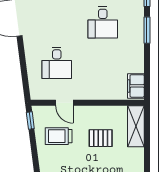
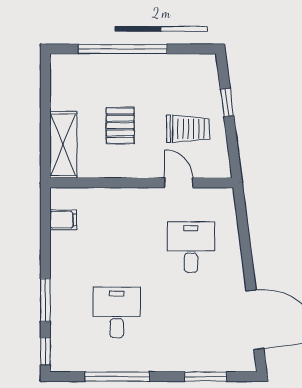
filing cabinet: (136, 86) -> (63, 220), width x0.50
window: (30, 120) -> (227, 102), moved
pallet: (101, 138) -> (120, 126), turned 90

